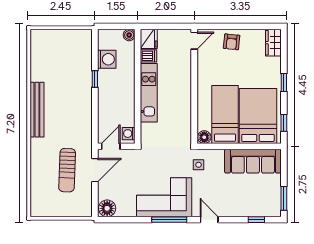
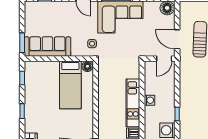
bed: (258, 116) -> (43, 84), removed
washing machine: (129, 134) -> (149, 100), moved
door: (95, 170) -> (177, 39), hinge flipped
window: (284, 198) -> (22, 43), moved

